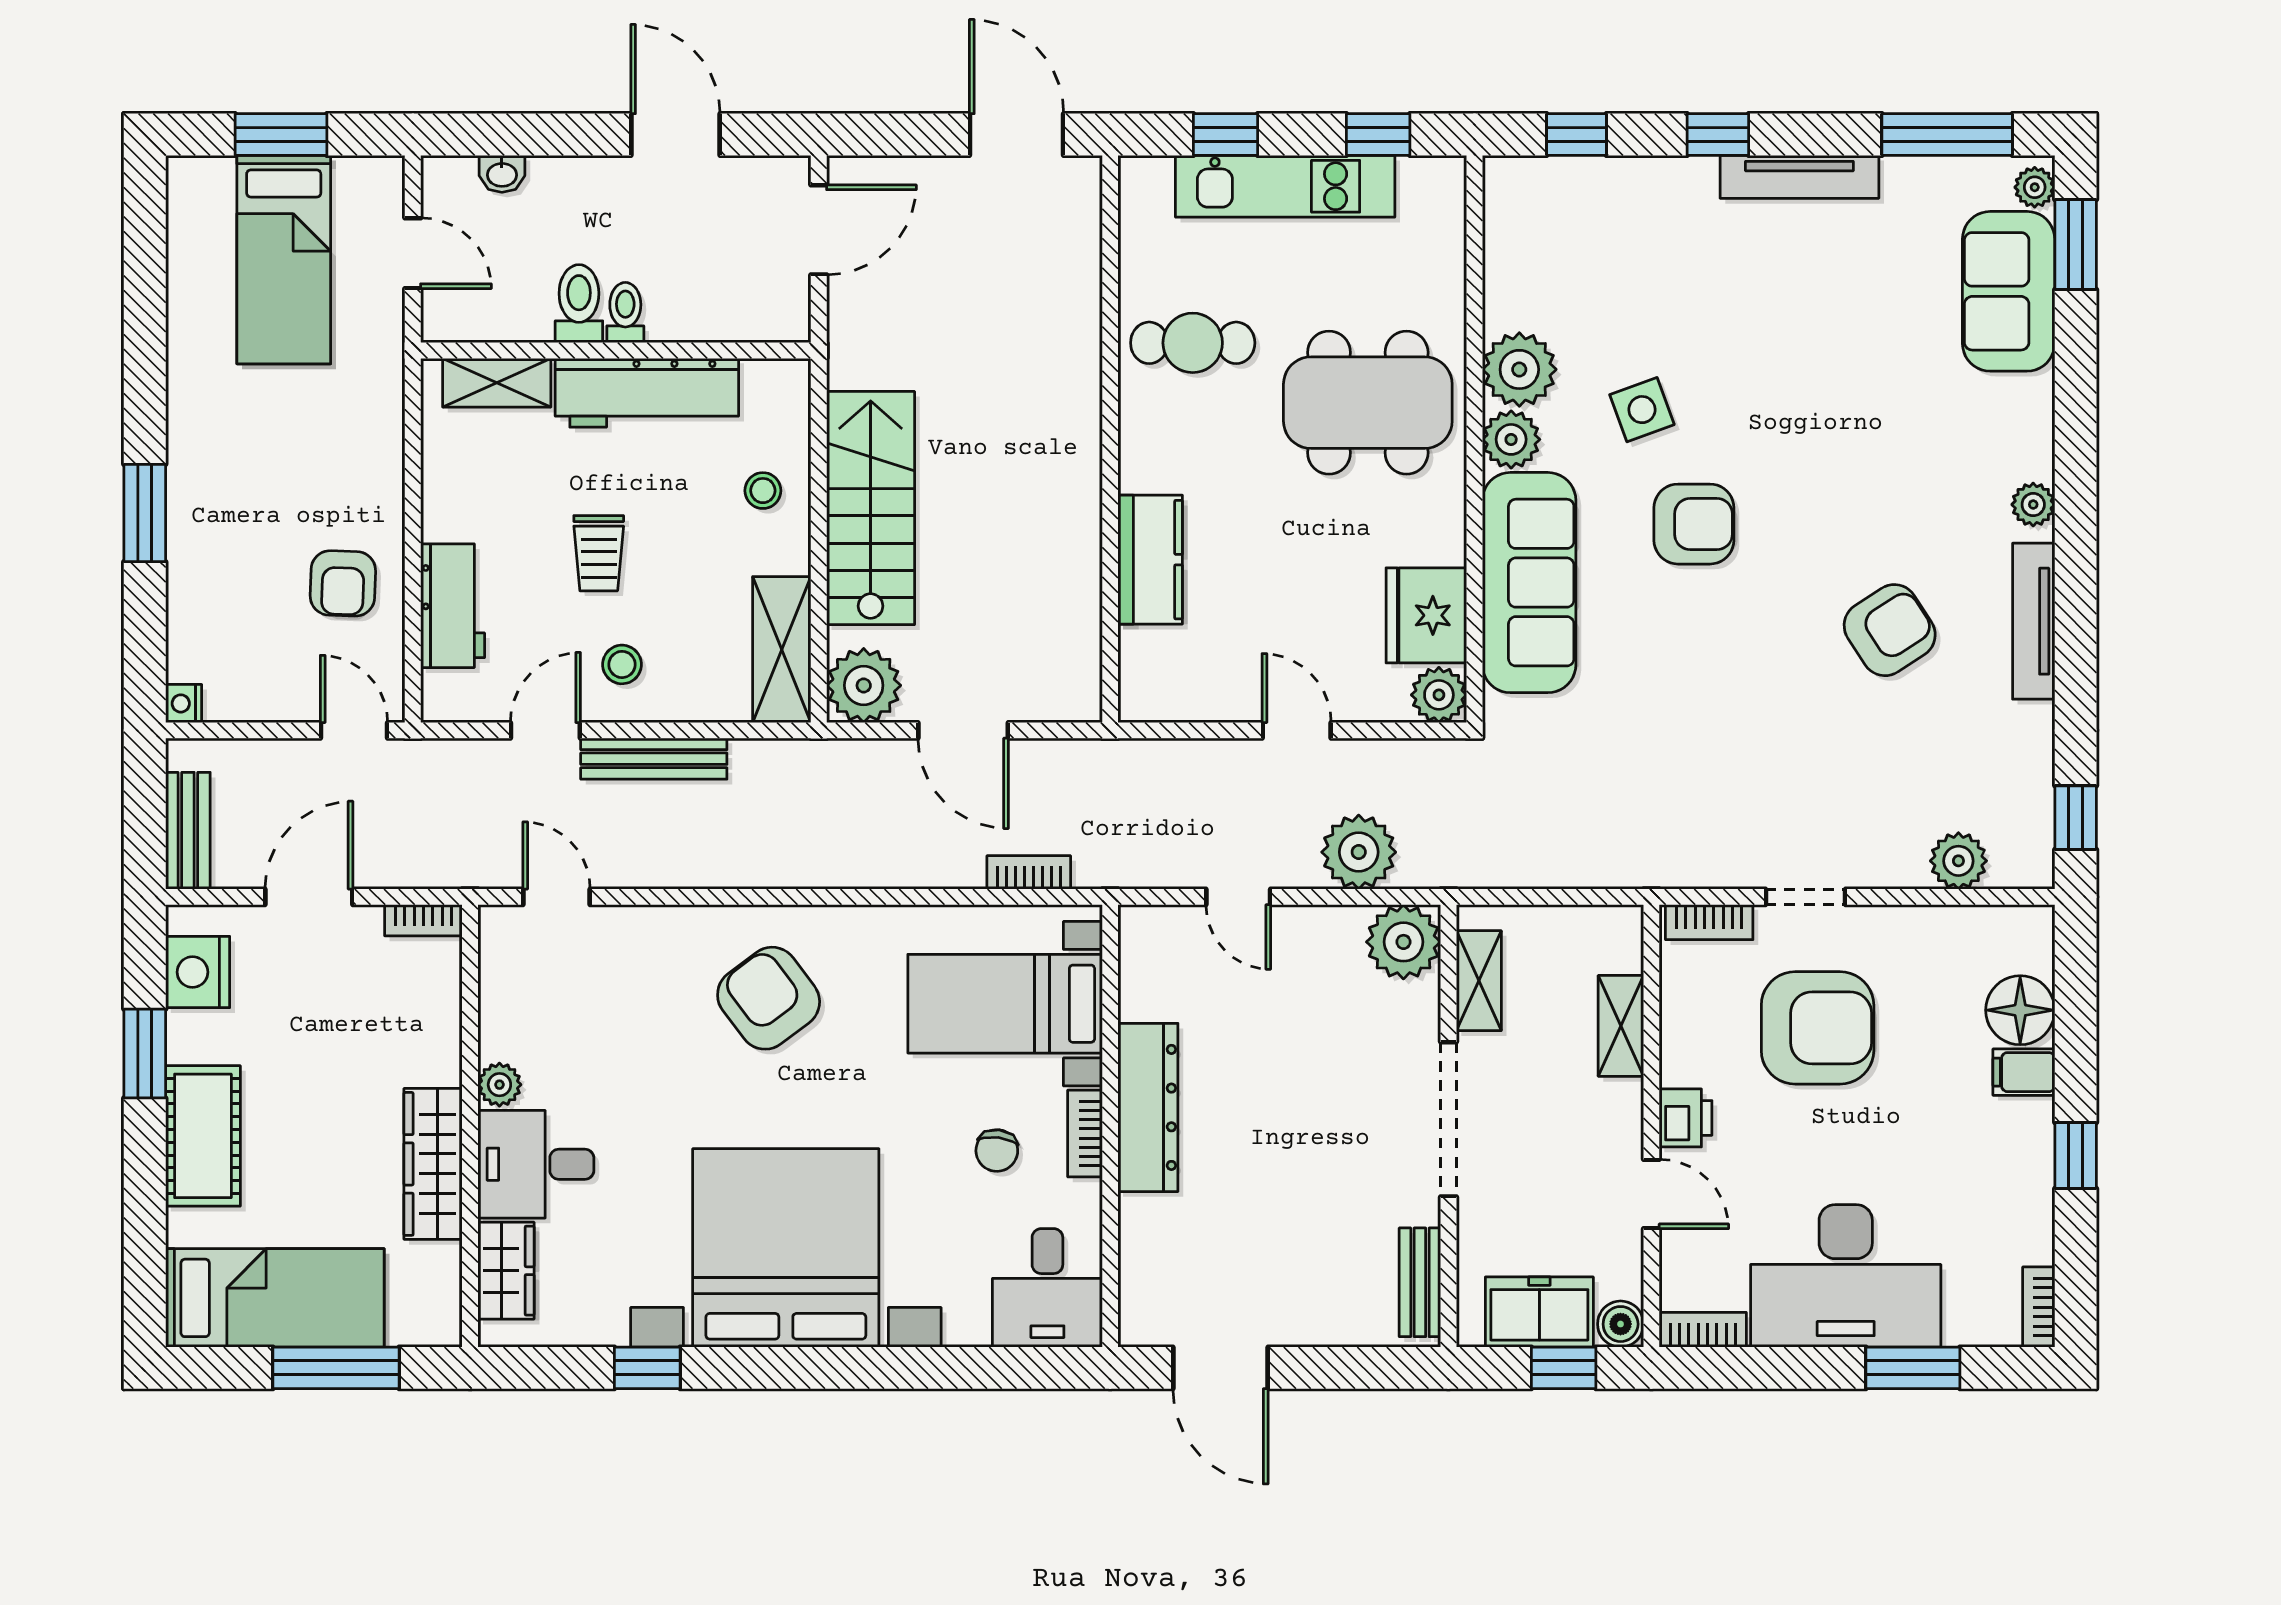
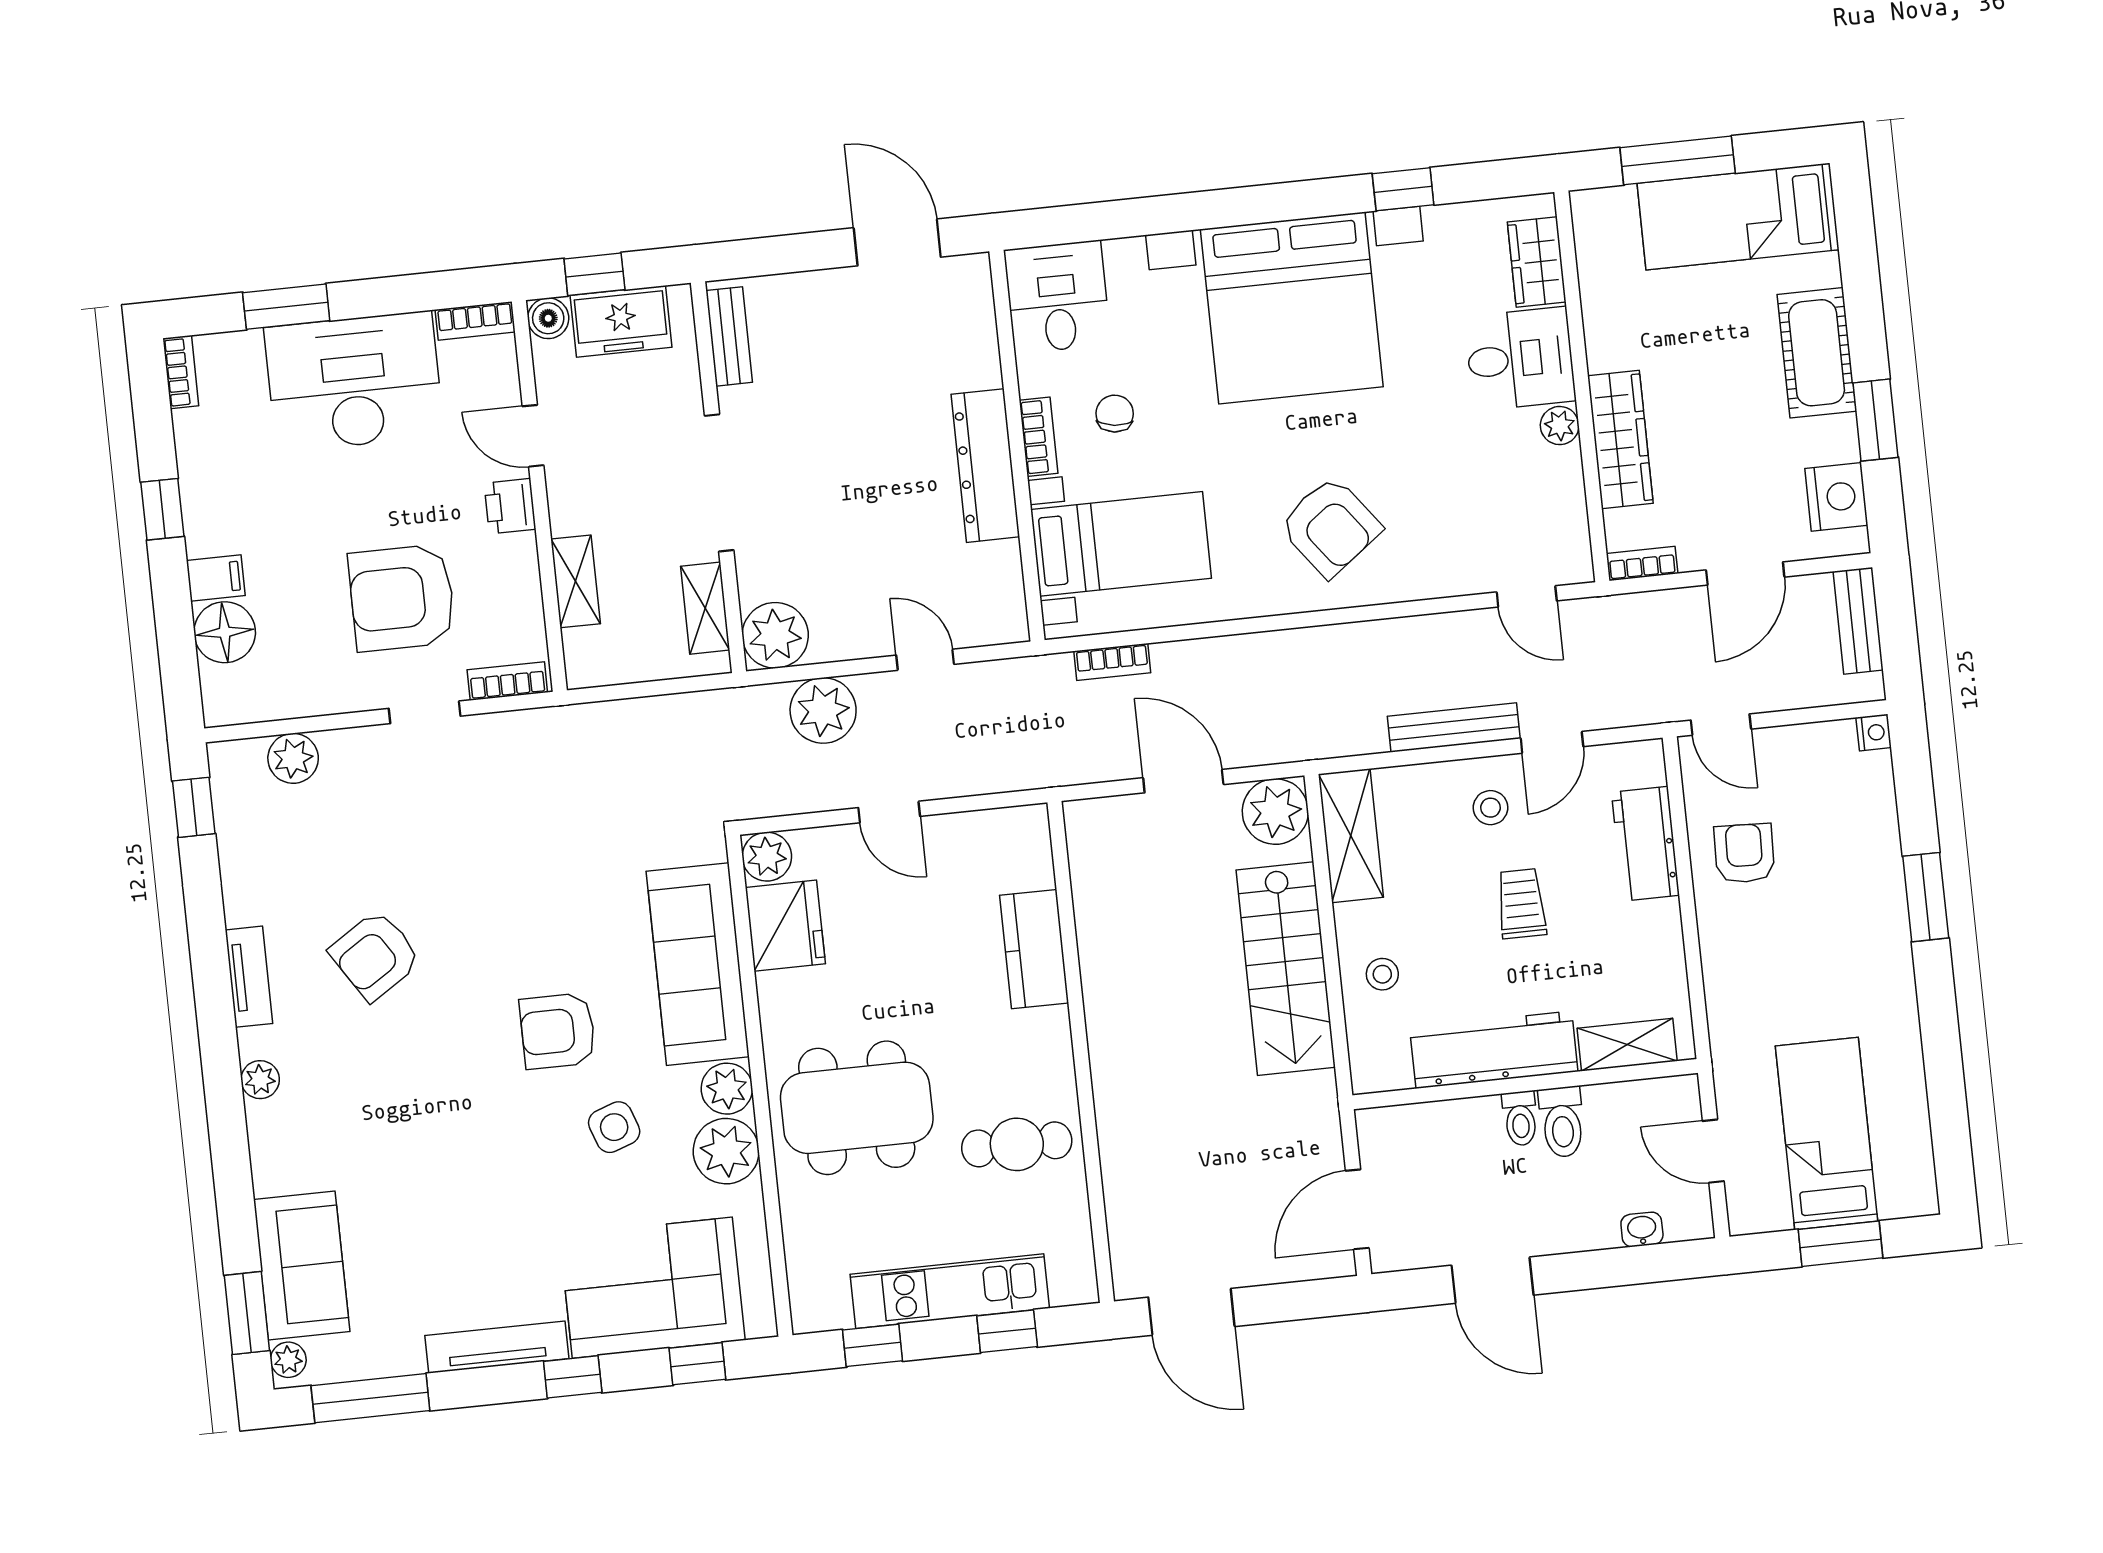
corner sofa: (1618, 225) -> (652, 1288), added
tv unit: (2034, 621) -> (249, 977), width x0.71
wardrobe: (433, 1164) -> (1620, 439), moved

